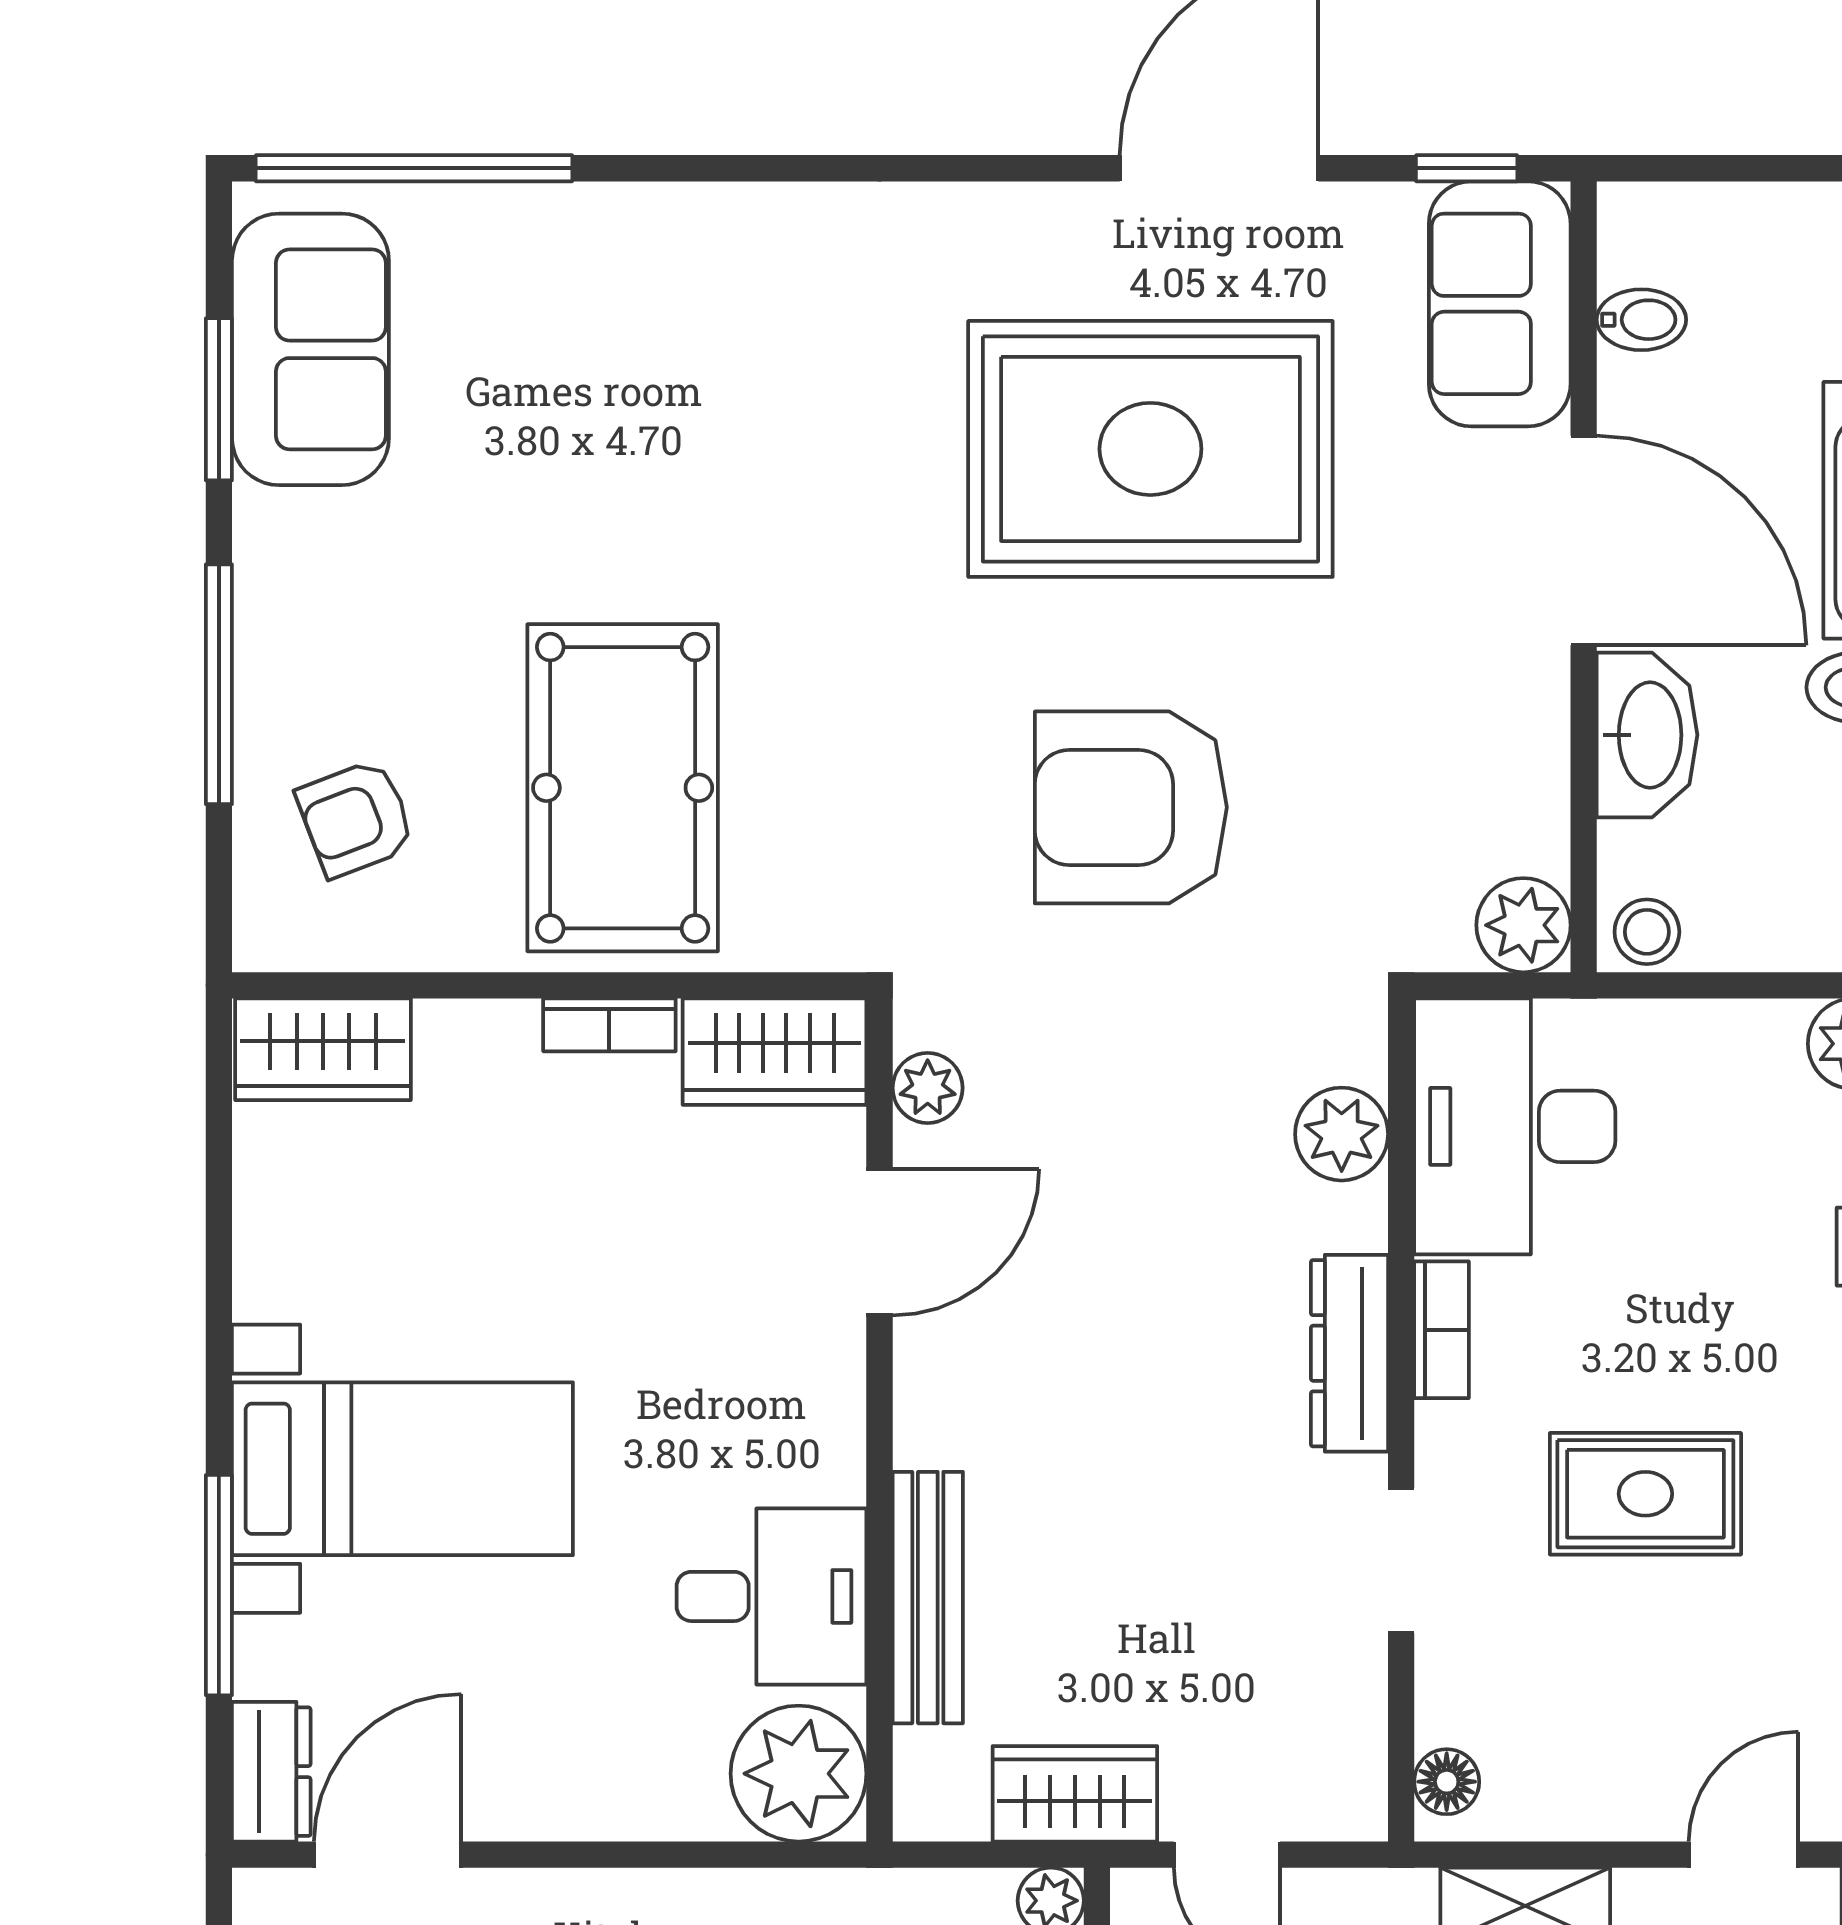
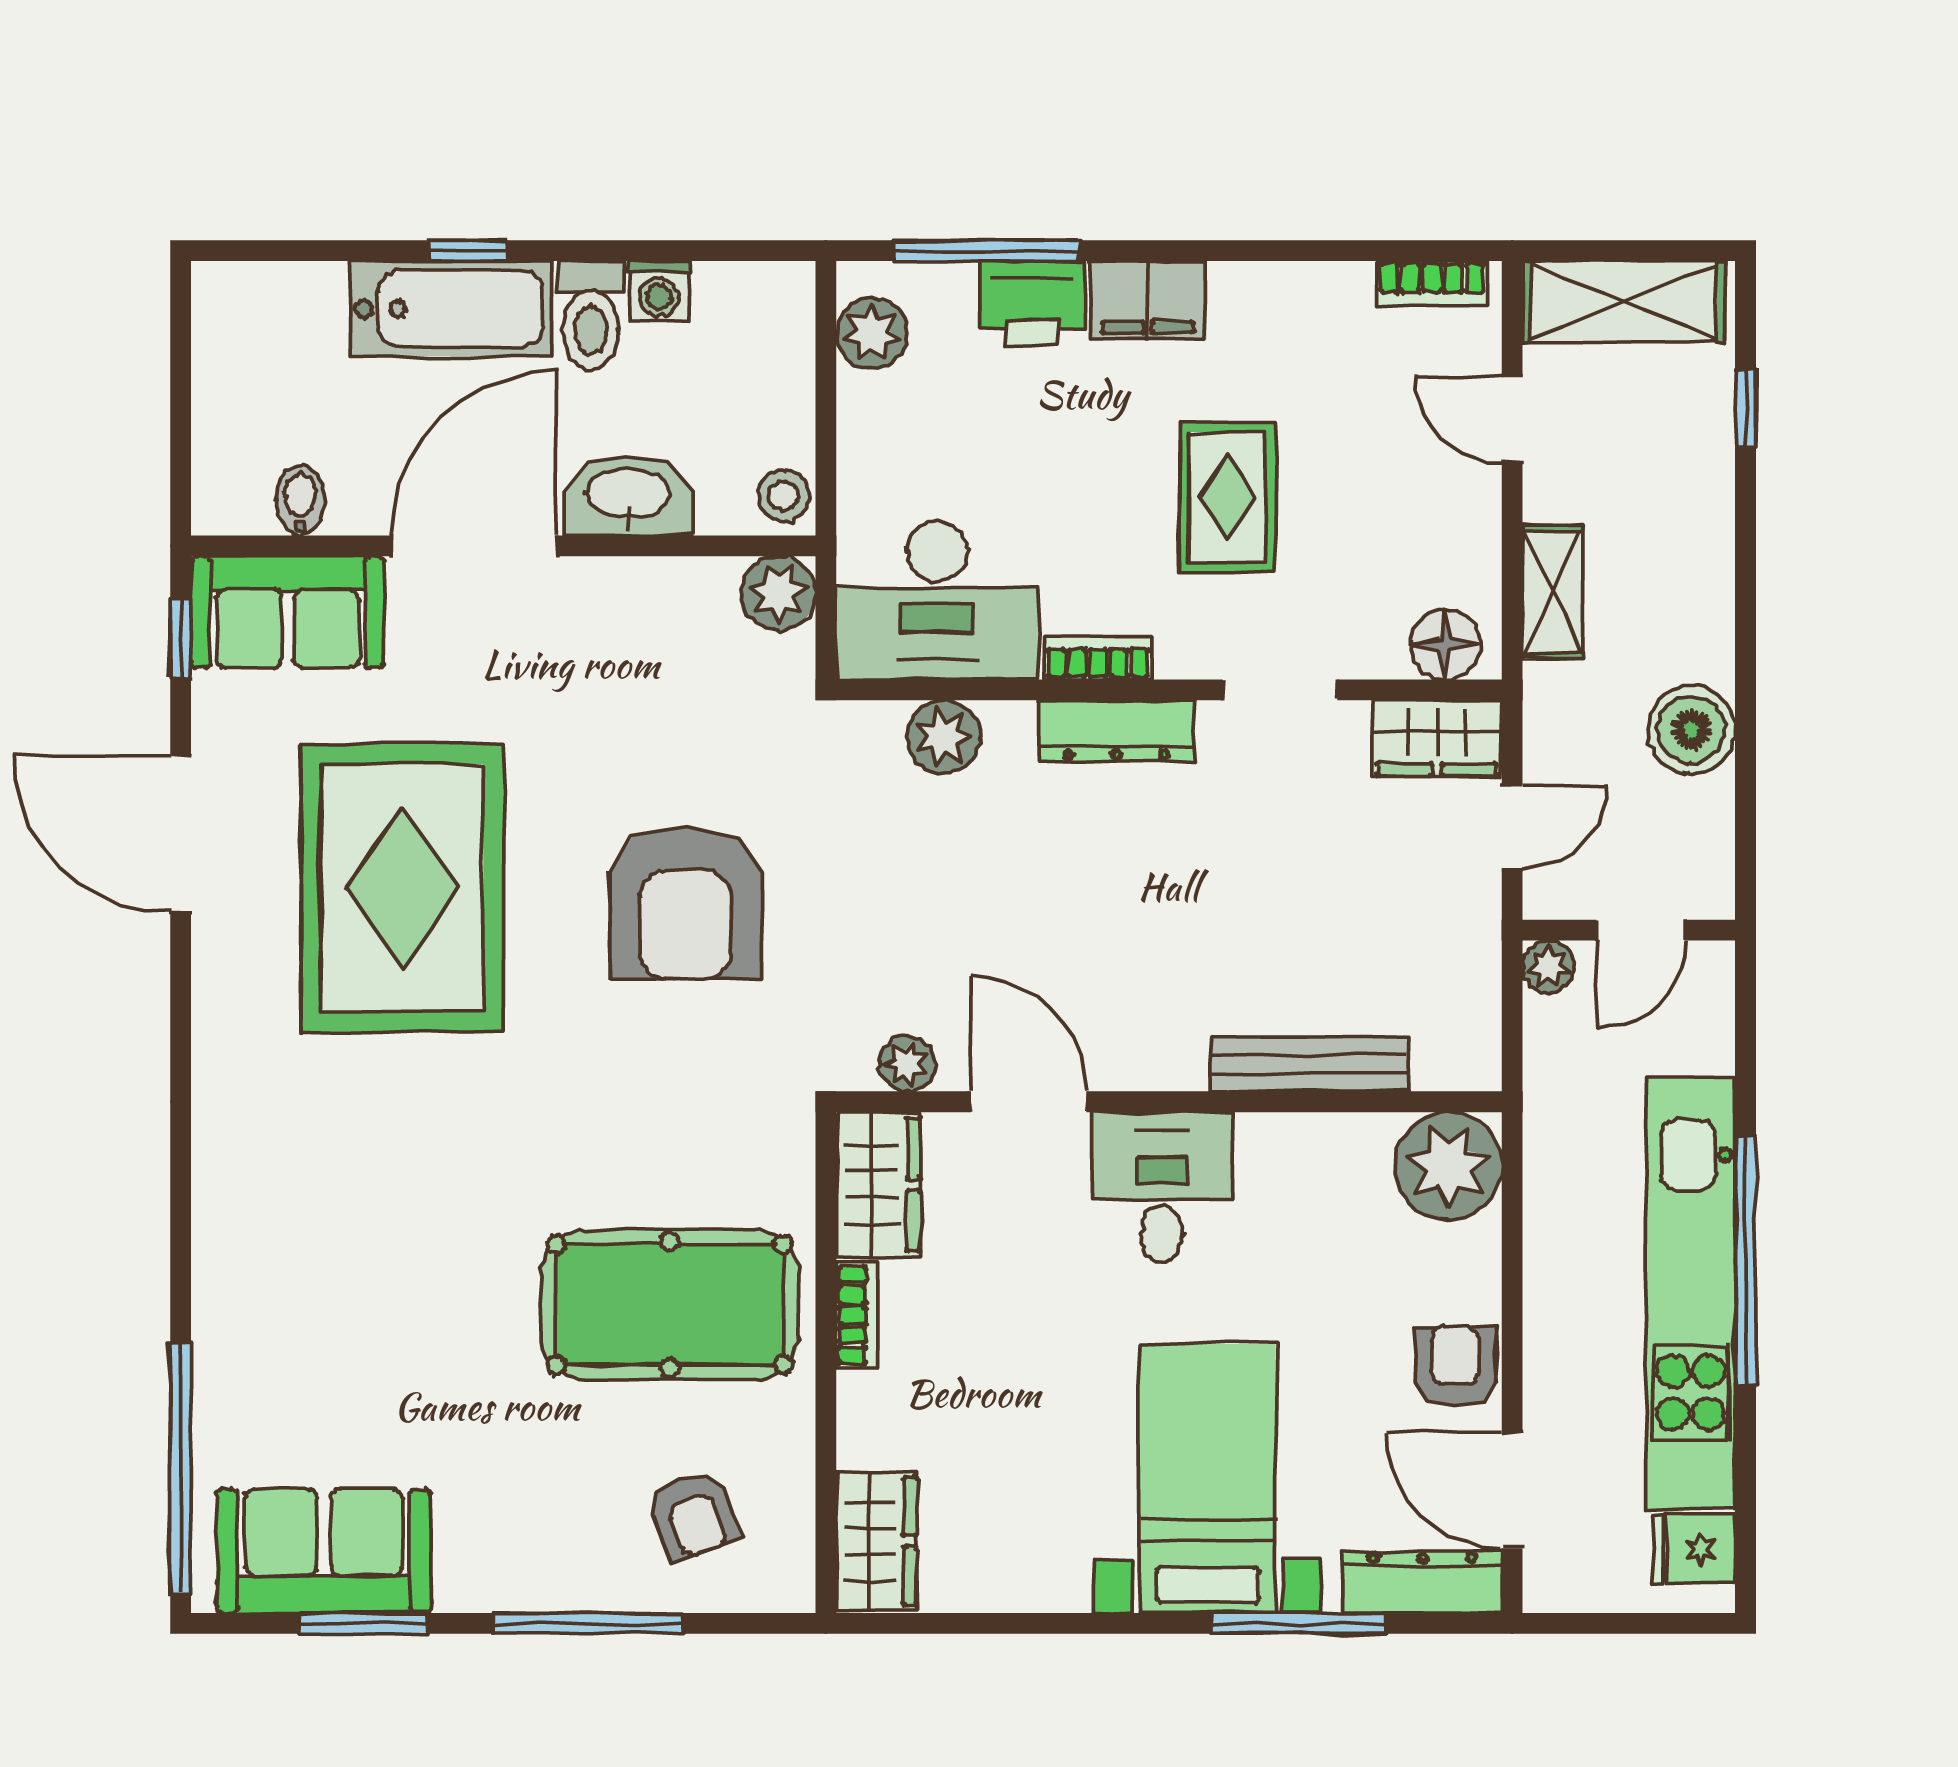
desk: (772, 1596) -> (1162, 1187), moved
dresser: (271, 1772) -> (1423, 1582), width x1.44
armchair: (544, 1782) -> (1455, 1366), added
floor lamp: (1447, 1782) -> (1445, 644), width x1.37, depth x1.37
wardrobe: (1075, 1794) -> (1437, 738), moved, turned -90

